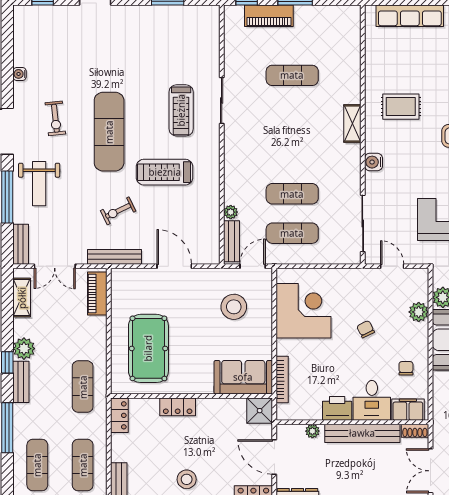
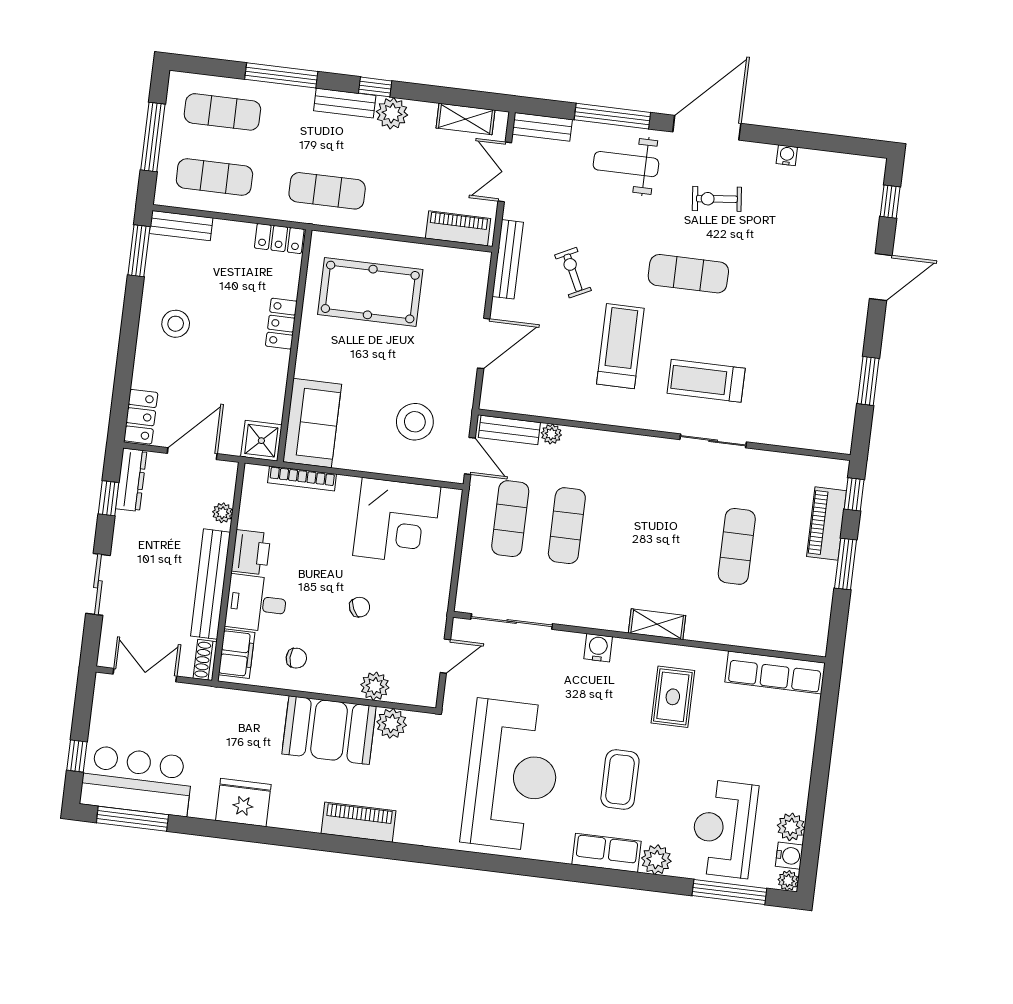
row of seats: (410, 16) -> (775, 672), moved, turned -90
exercise mat: (109, 132) -> (688, 274), width x0.73, depth x0.69

